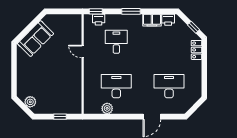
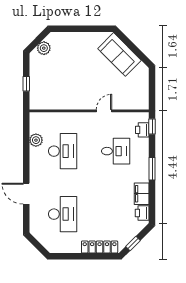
locker: (196, 50) -> (100, 247), width x1.53

